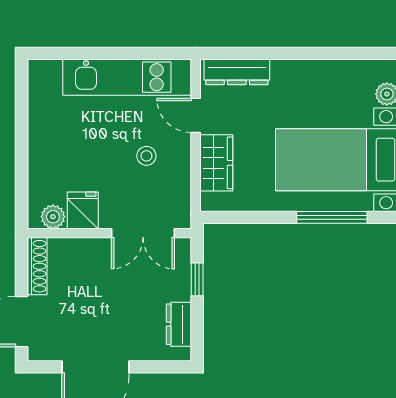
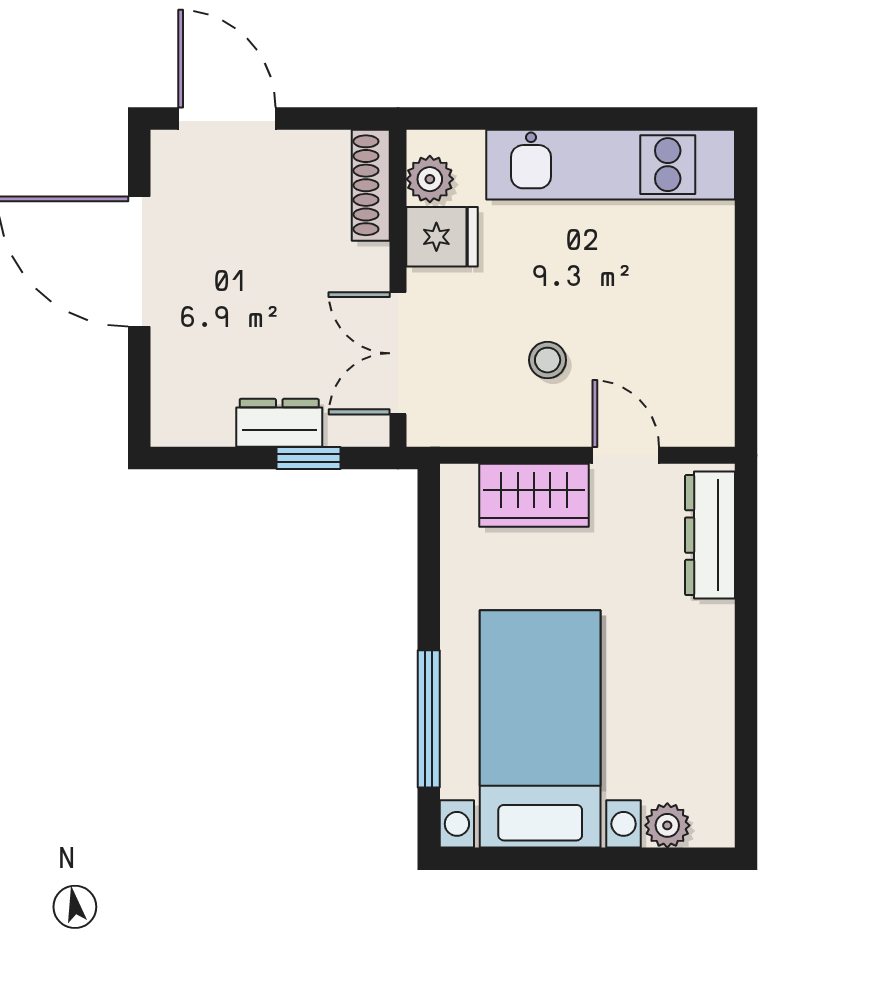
kitchen unit: (127, 77) -> (611, 165), moved, turned -90
door: (196, 115) -> (626, 455), hinge flipped
shoe rack: (37, 266) -> (371, 185), moved, turned 90
dresser: (179, 324) -> (279, 423), moved

